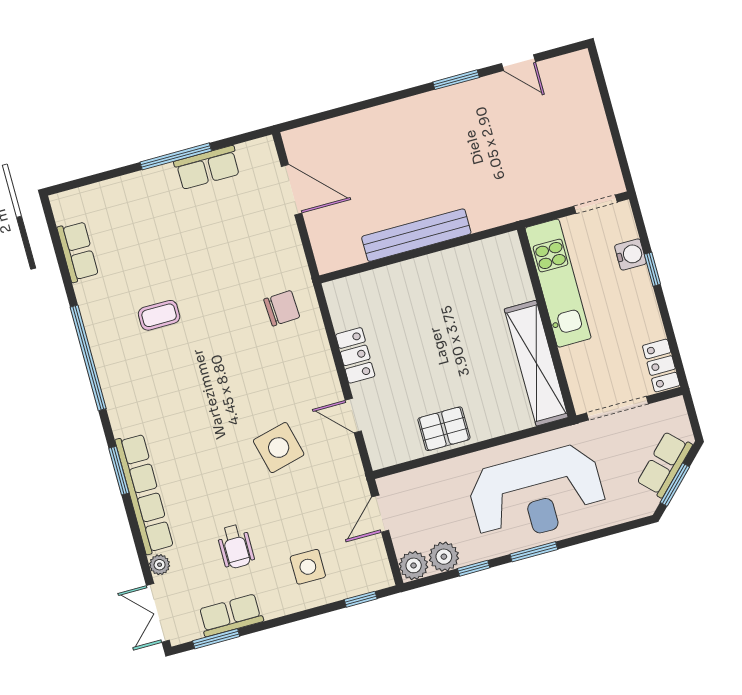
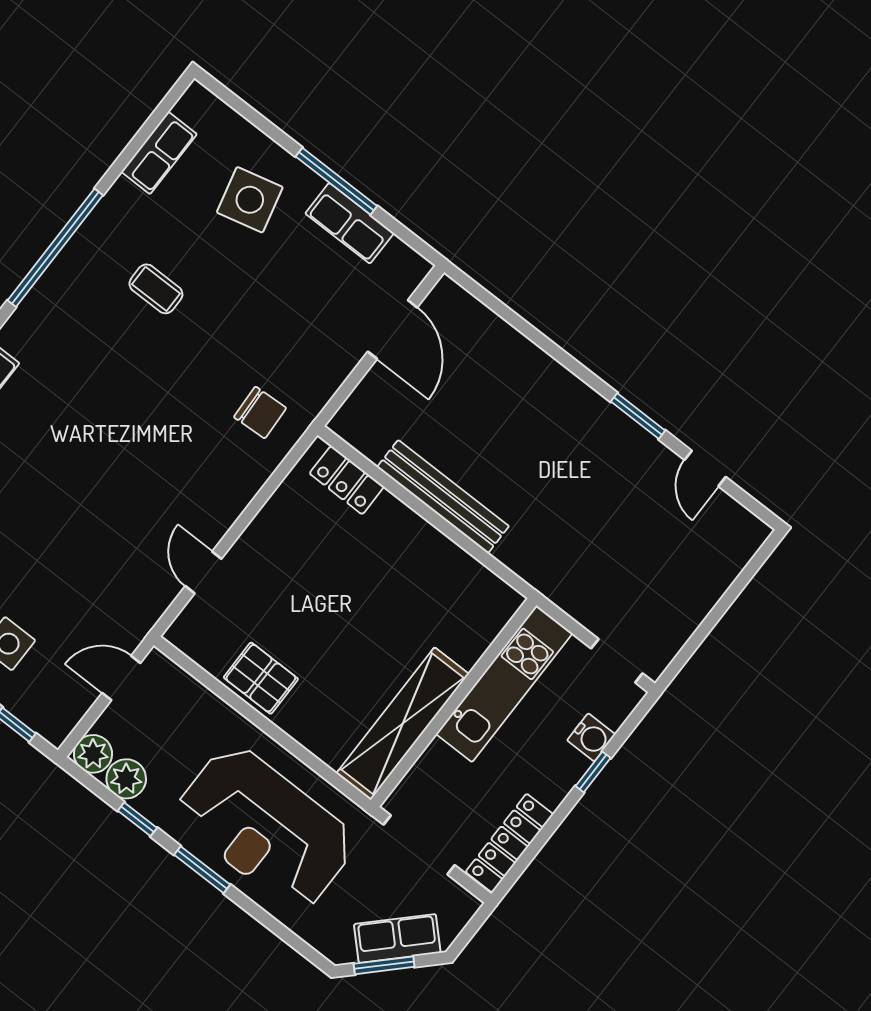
locker: (355, 355) -> (347, 480), moved, turned 90
locker: (661, 366) -> (509, 843), width x1.53
side table: (279, 448) -> (250, 200), moved

